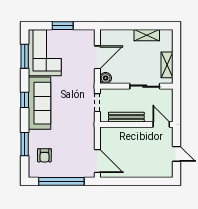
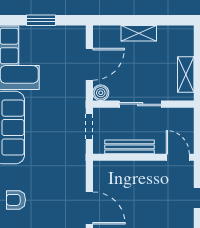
shelving: (147, 35) -> (139, 33), moved
sliding door: (145, 86) -> (140, 104), moved
armchair: (44, 155) -> (16, 200), turned 90

